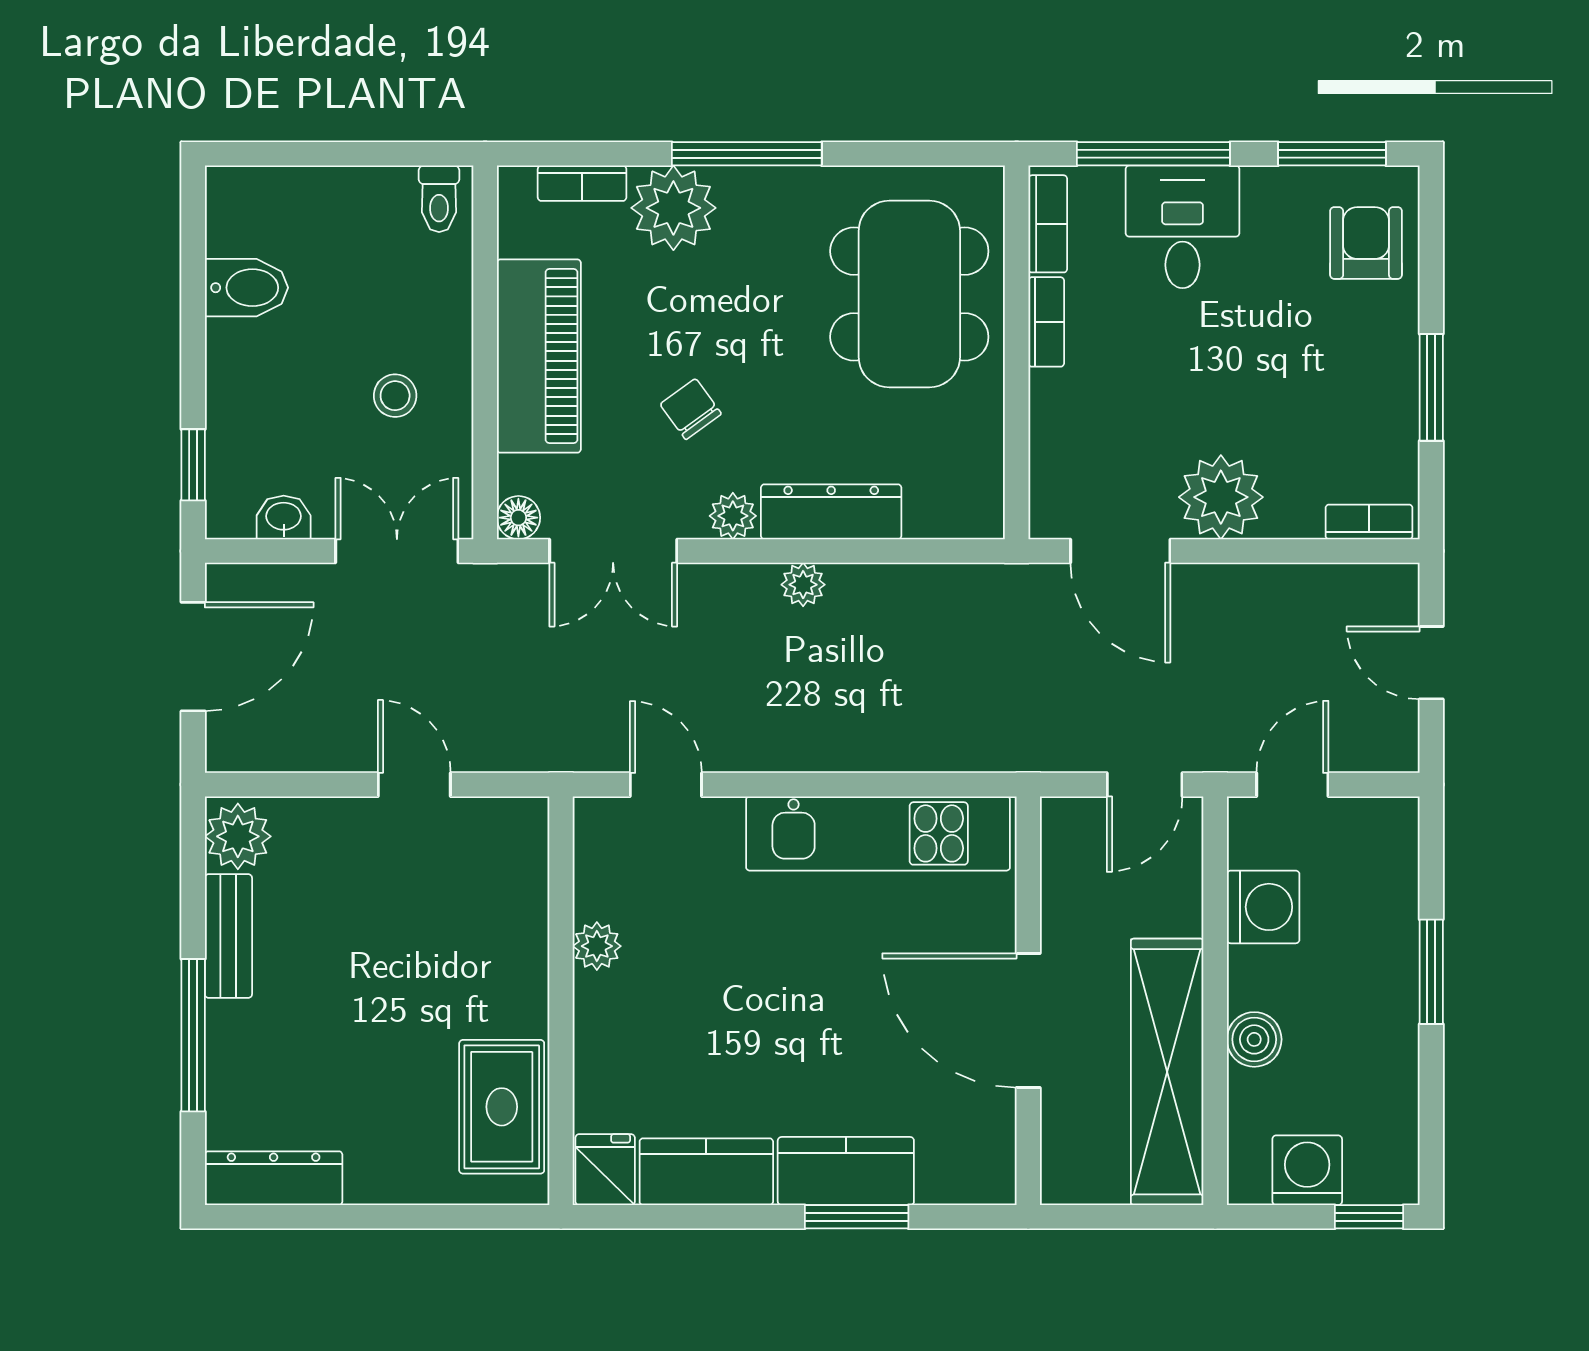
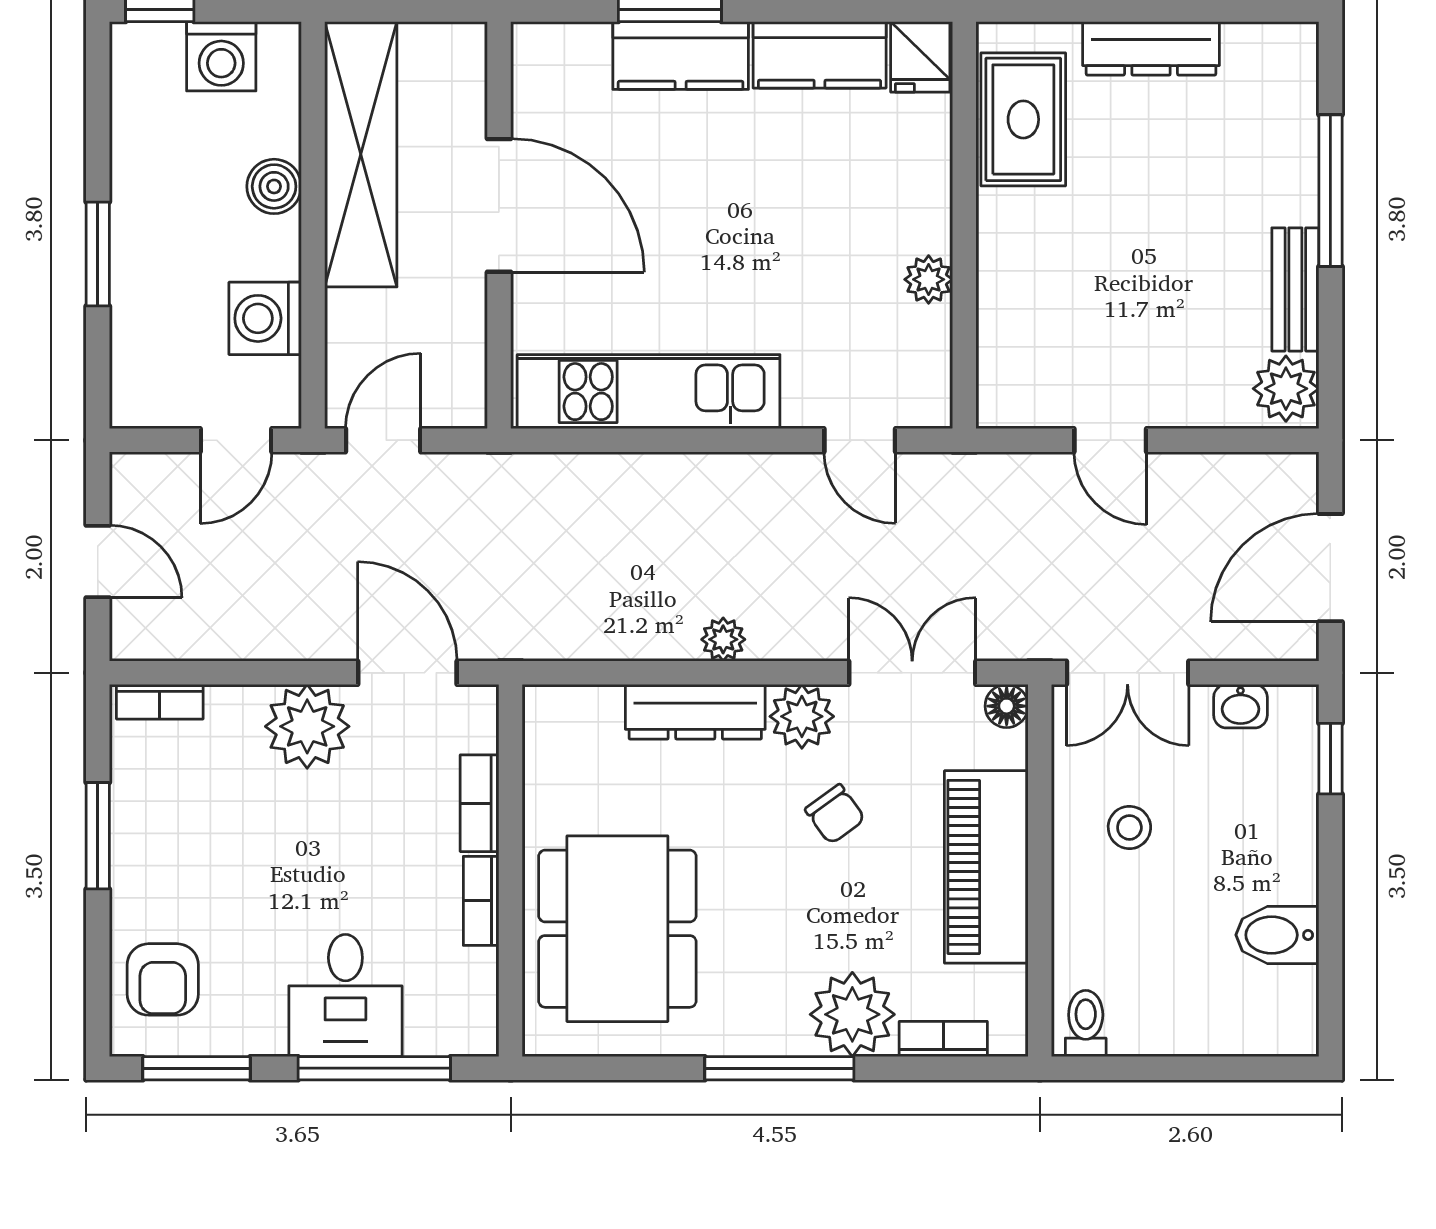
bookcase: (1048, 224) -> (480, 803), moved
plant: (733, 516) -> (802, 716), width x1.38, depth x1.38
dresser: (274, 1178) -> (1151, 48), moved

